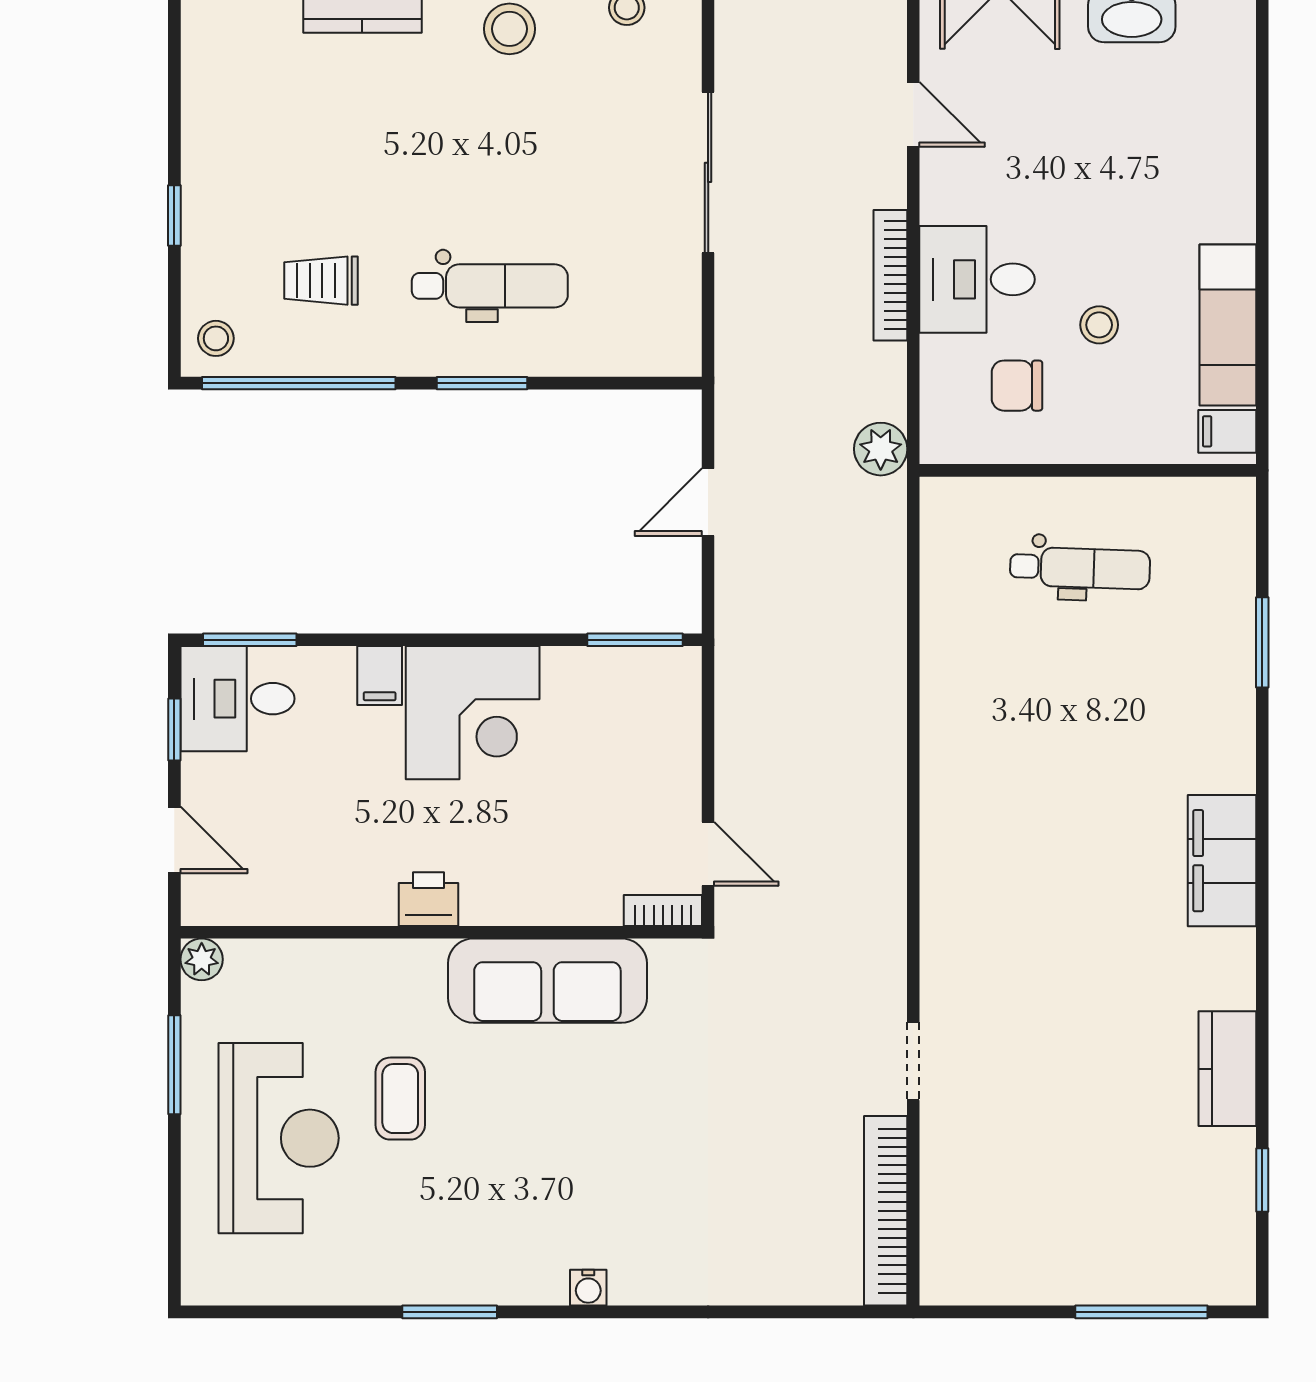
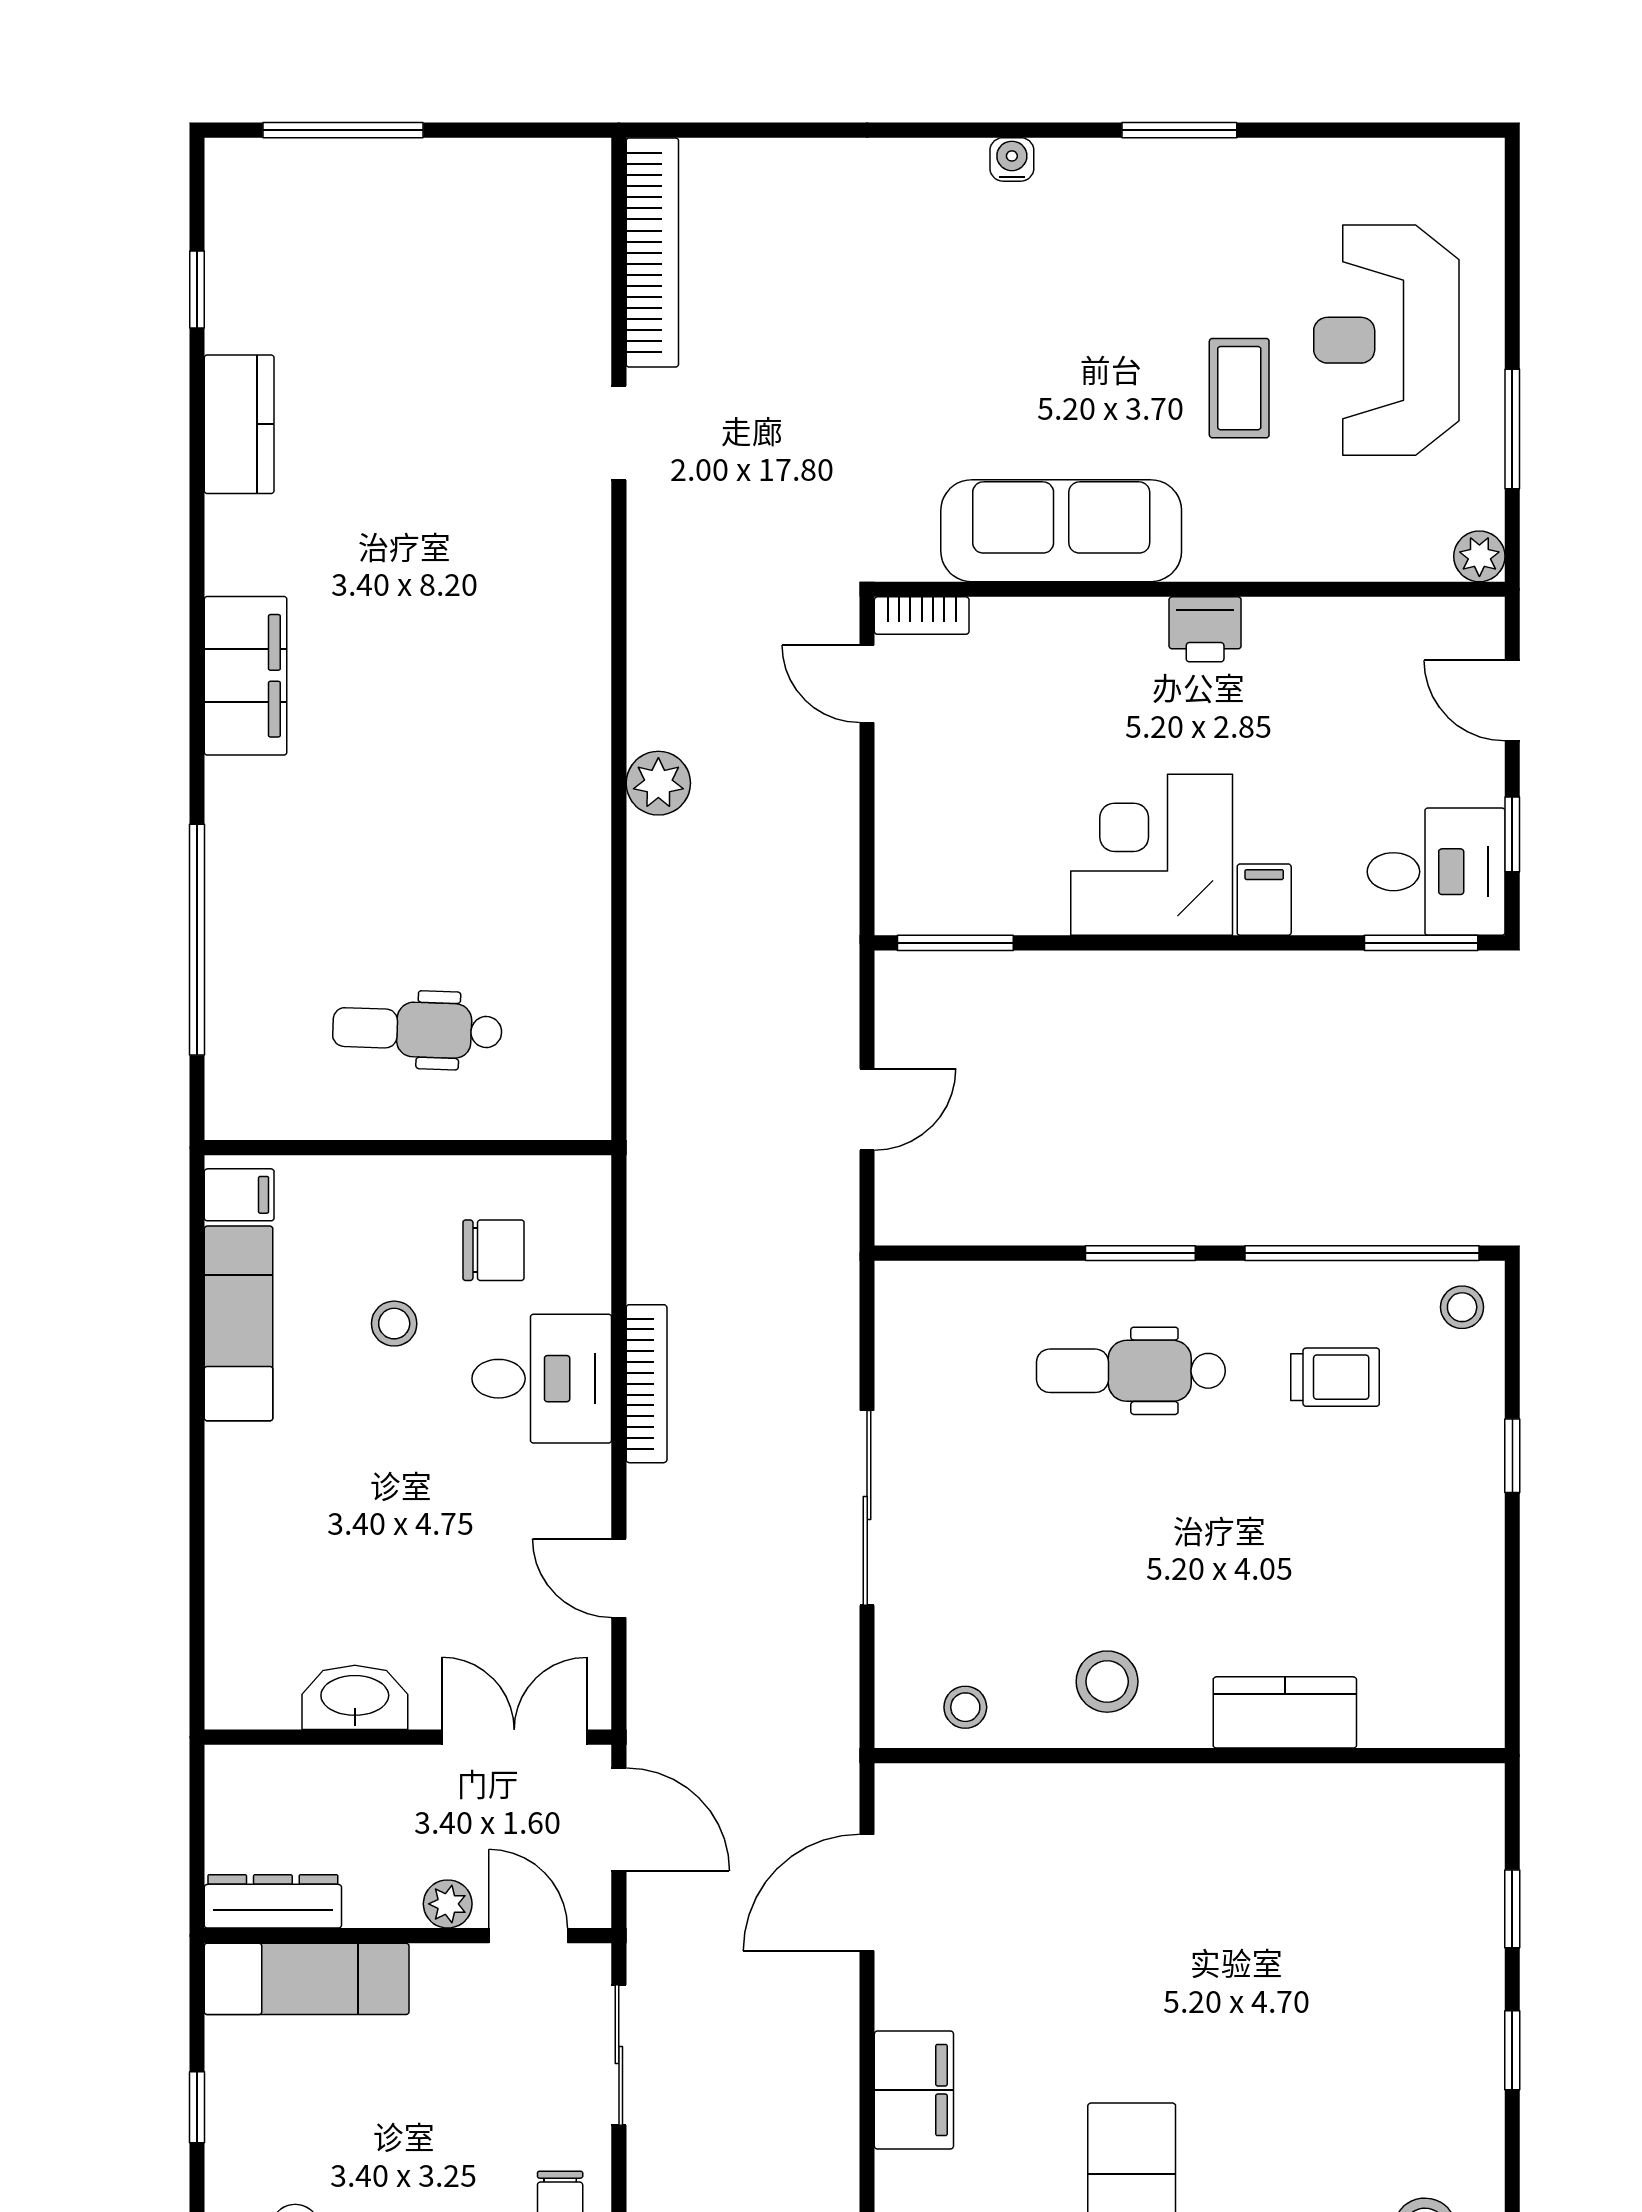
plant: (881, 449) -> (658, 783), moved
window: (1262, 642) -> (197, 940), width x2.11

